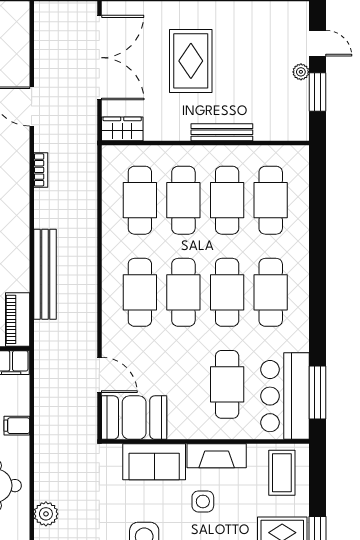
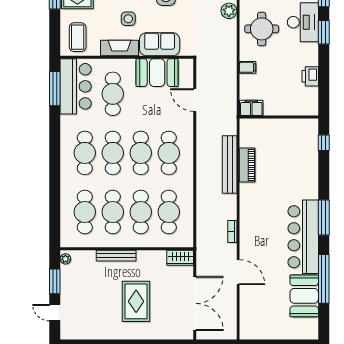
double door: (99, 58) -> (195, 303), swing flipped
plant: (301, 72) -> (65, 259), moved
piano: (18, 319) -> (247, 165), moved
booth: (134, 418) -> (157, 73), moved

